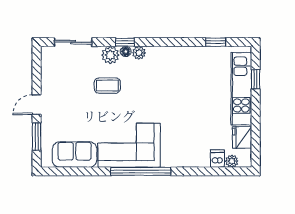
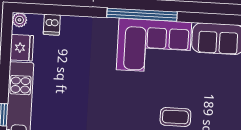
plant: (232, 161) -> (19, 20), moved

